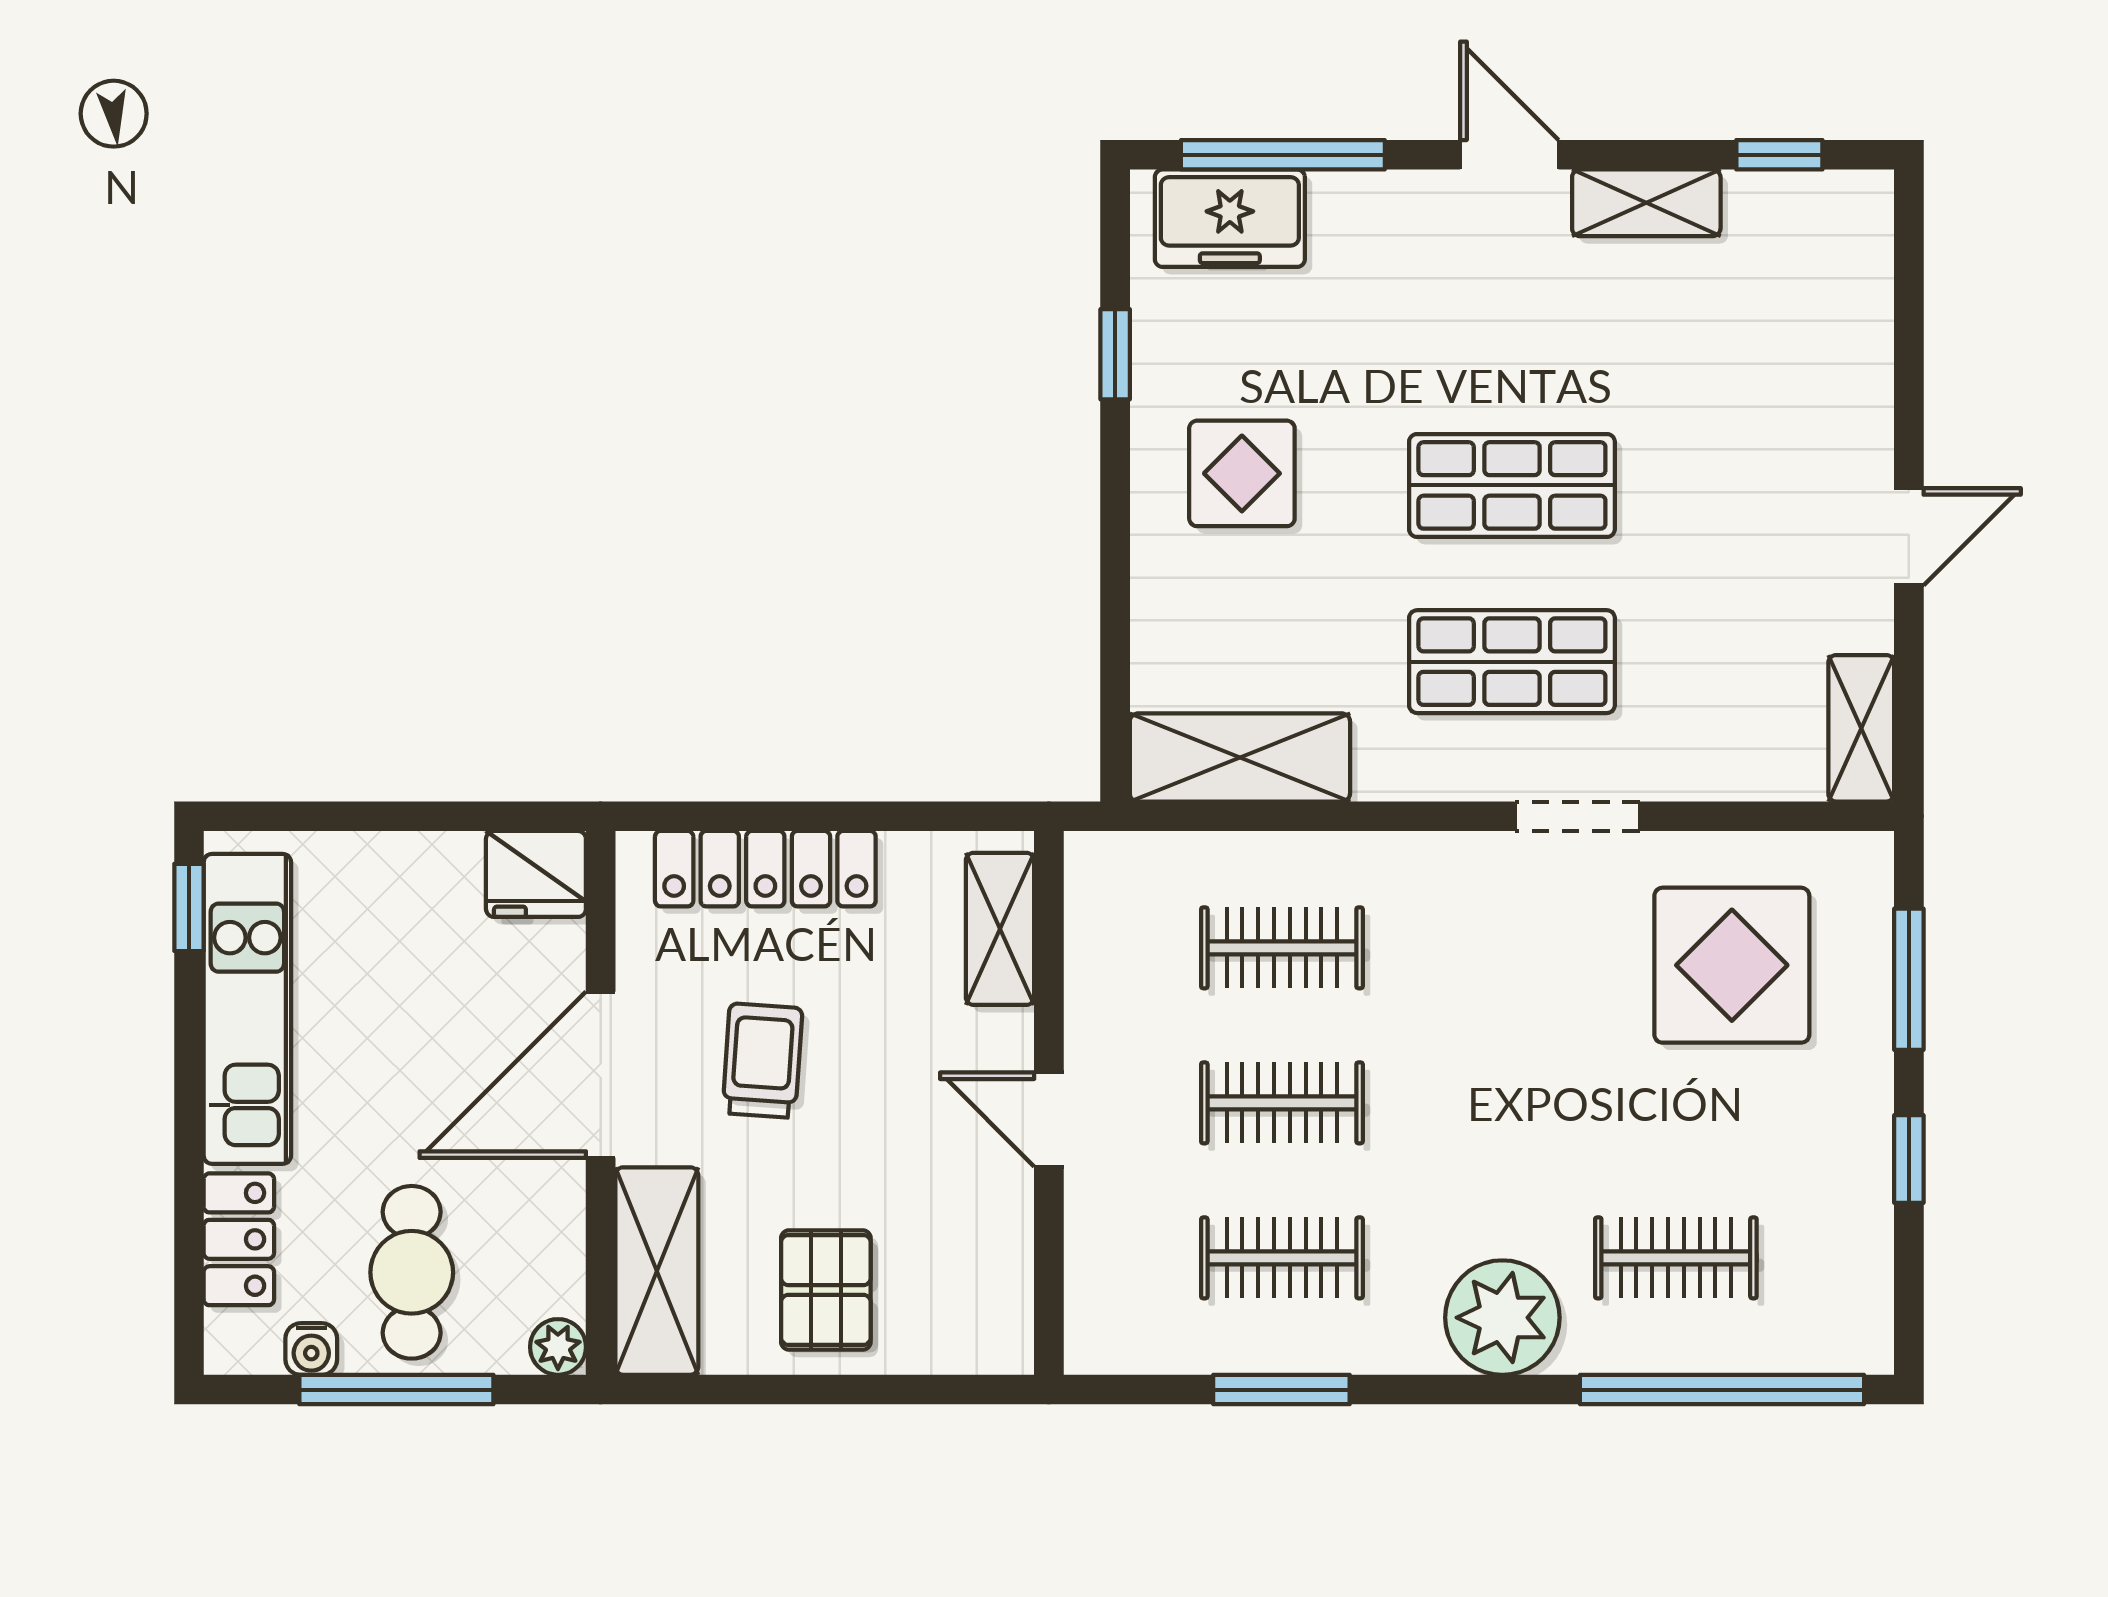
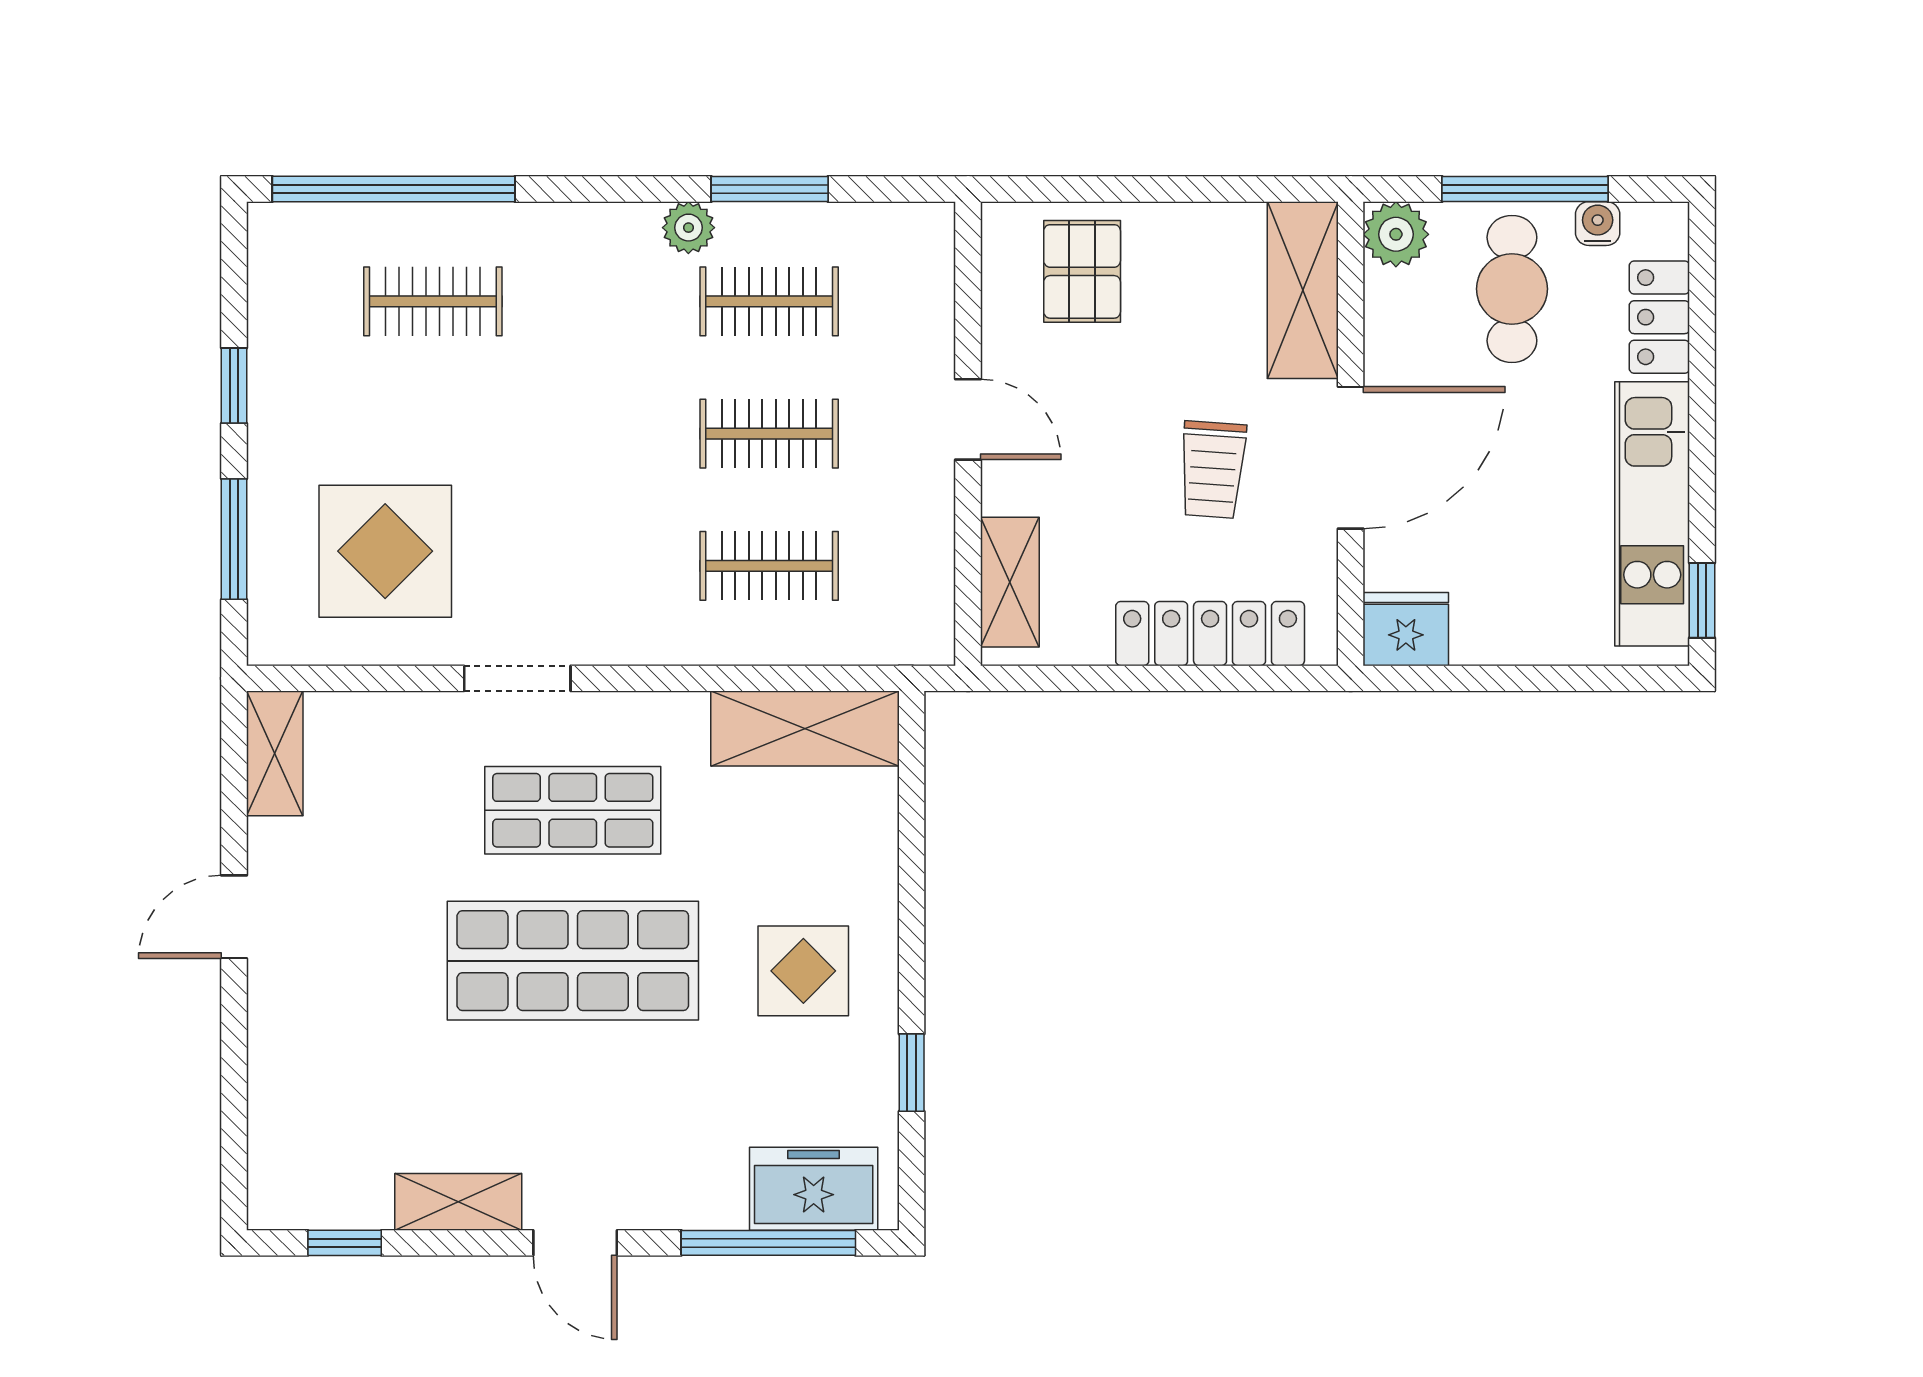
shop shelf: (1512, 485) -> (573, 961), width x1.43, depth x1.36
pallet: (826, 1290) -> (1082, 271), moved
plant: (1502, 1318) -> (688, 228), moved, width x0.53, depth x0.53
plant: (558, 1347) -> (1396, 234), width x1.38, depth x1.38

